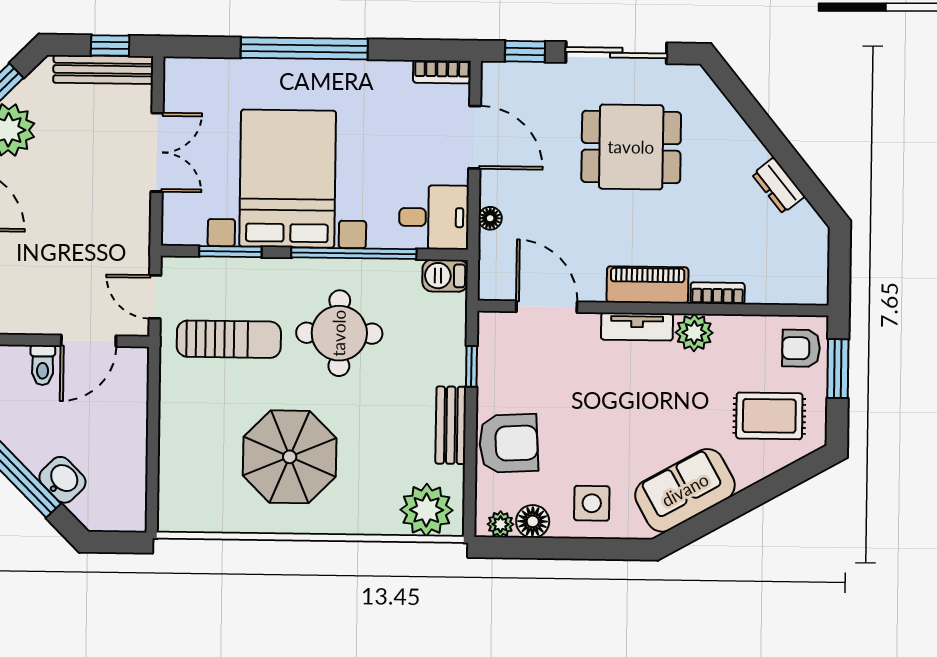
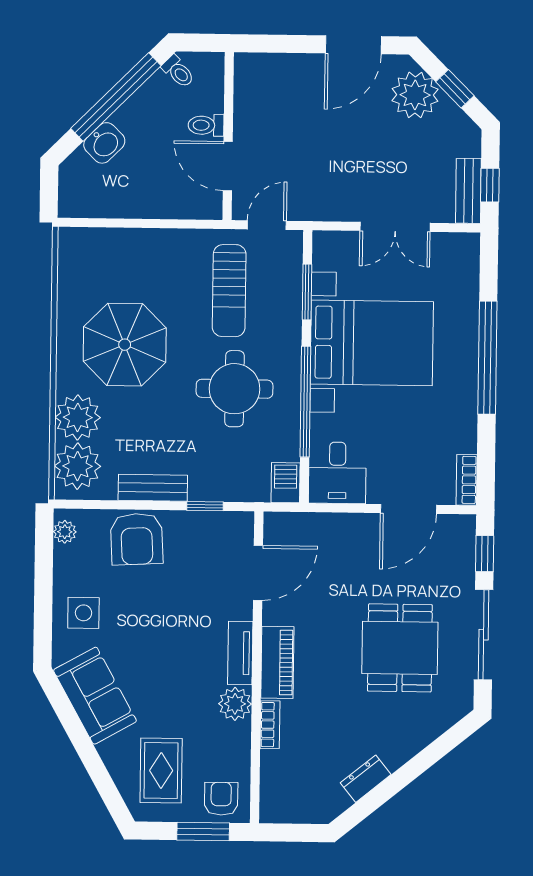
bench: (103, 70) -> (468, 191), width x0.73
floor lamp: (490, 218) -> (337, 523), removed
plant: (372, 510) -> (78, 417), added
floor lamp: (533, 521) -> (67, 560), removed

